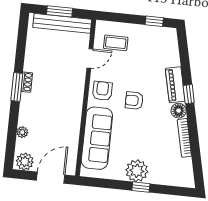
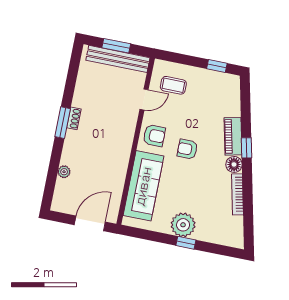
armchair: (102, 91) -> (154, 136), turned 90
plant: (25, 162) -> (64, 204), removed

